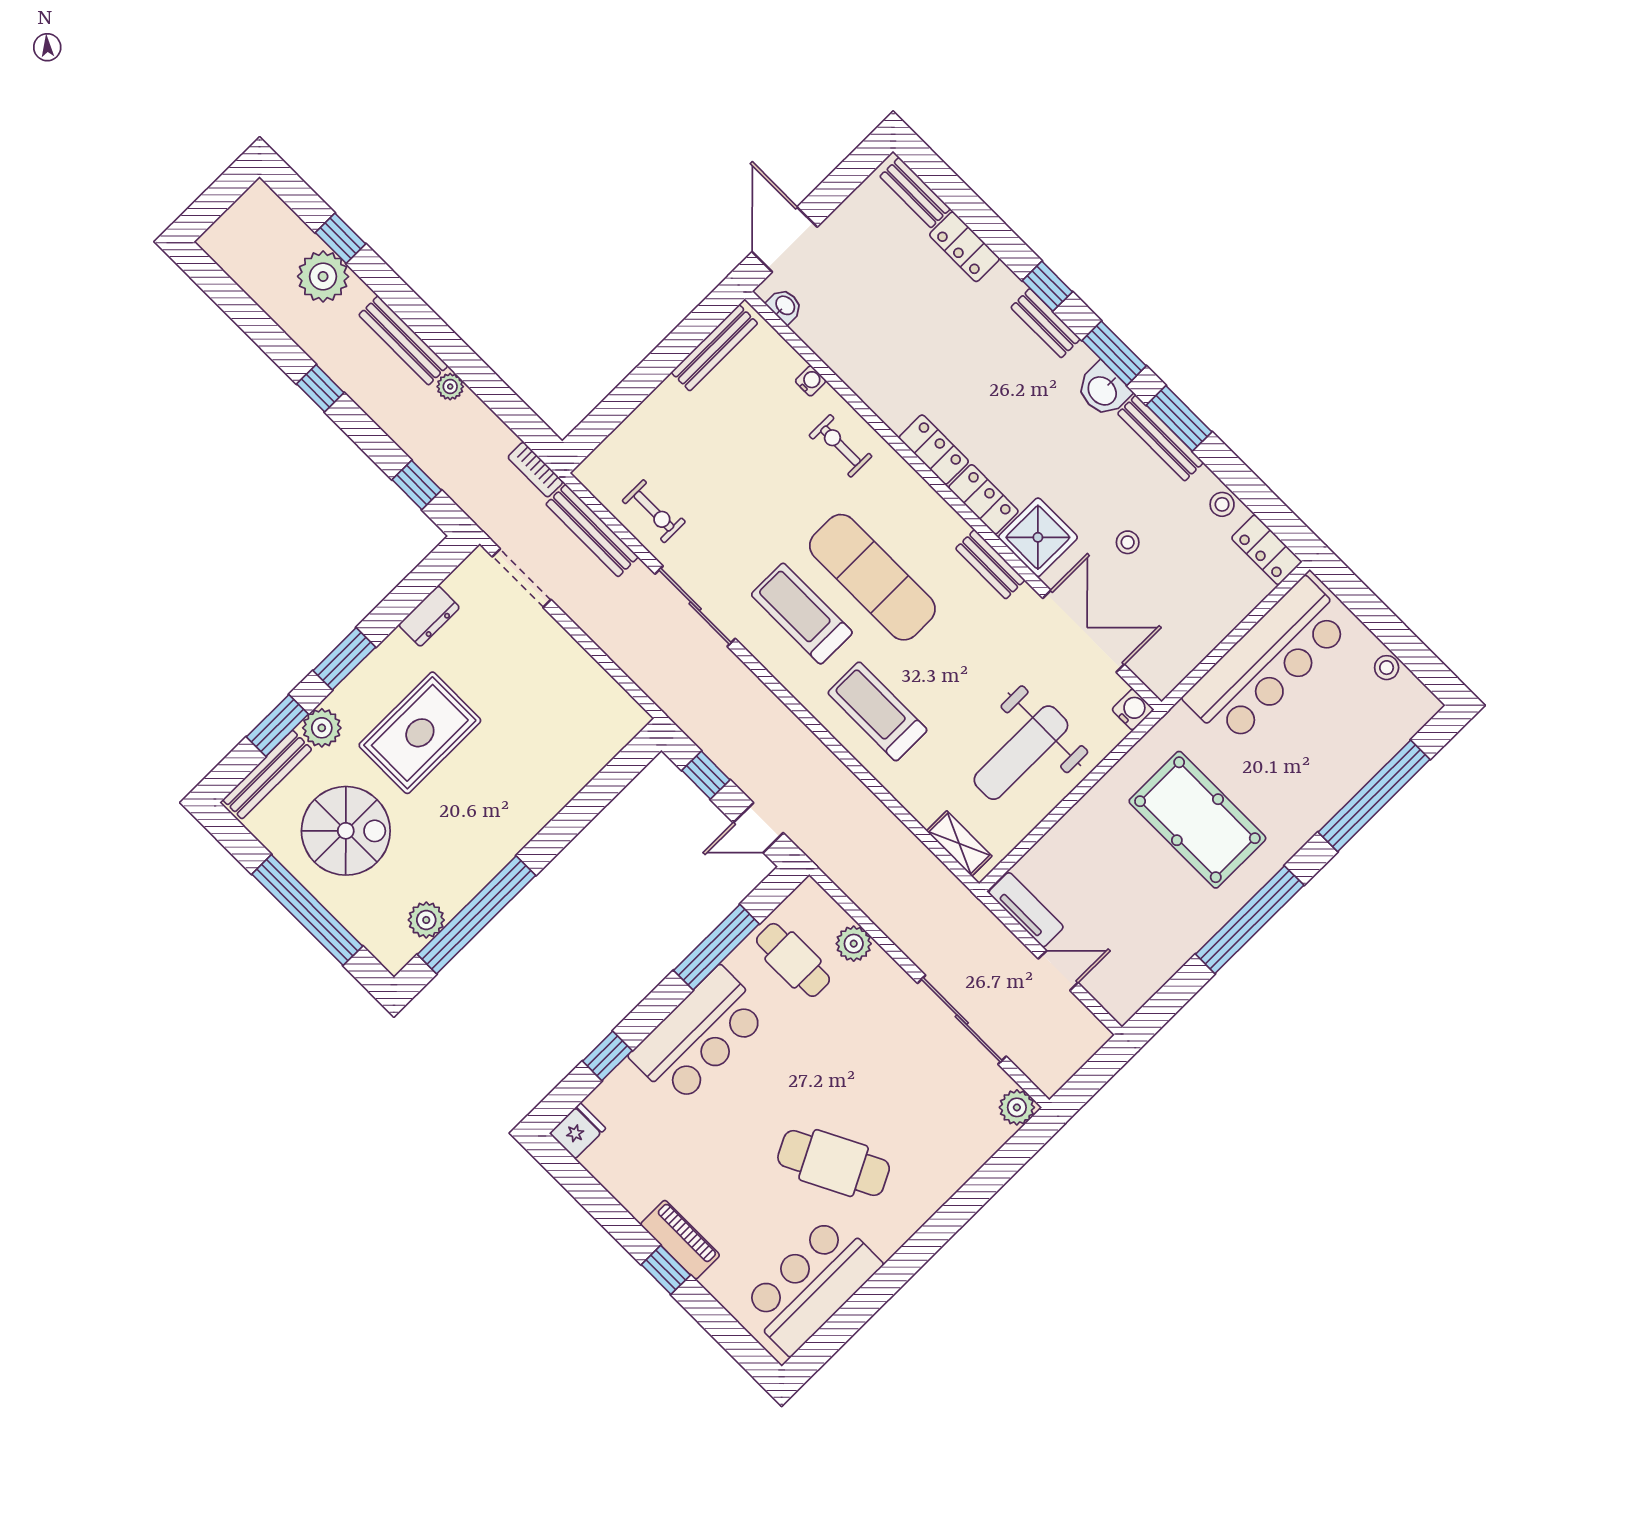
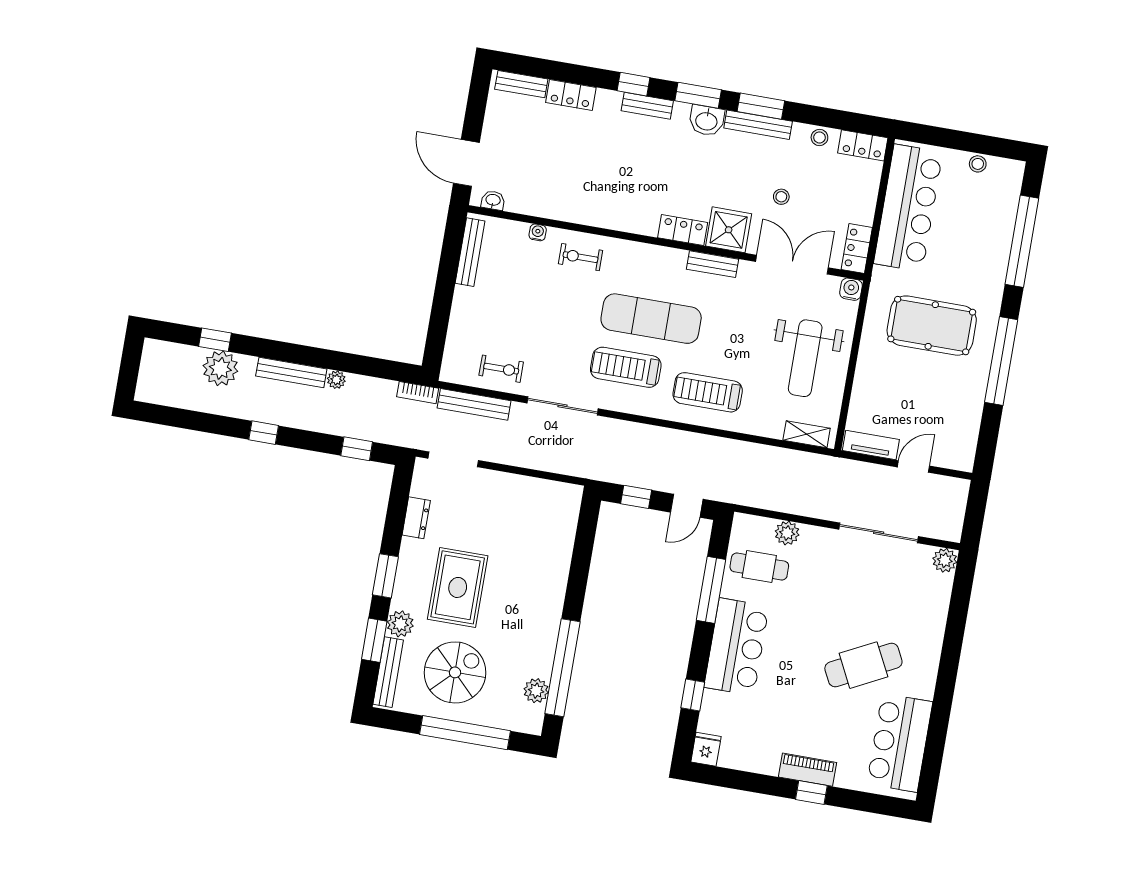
locker: (934, 450) -> (857, 248), moved, turned -90

